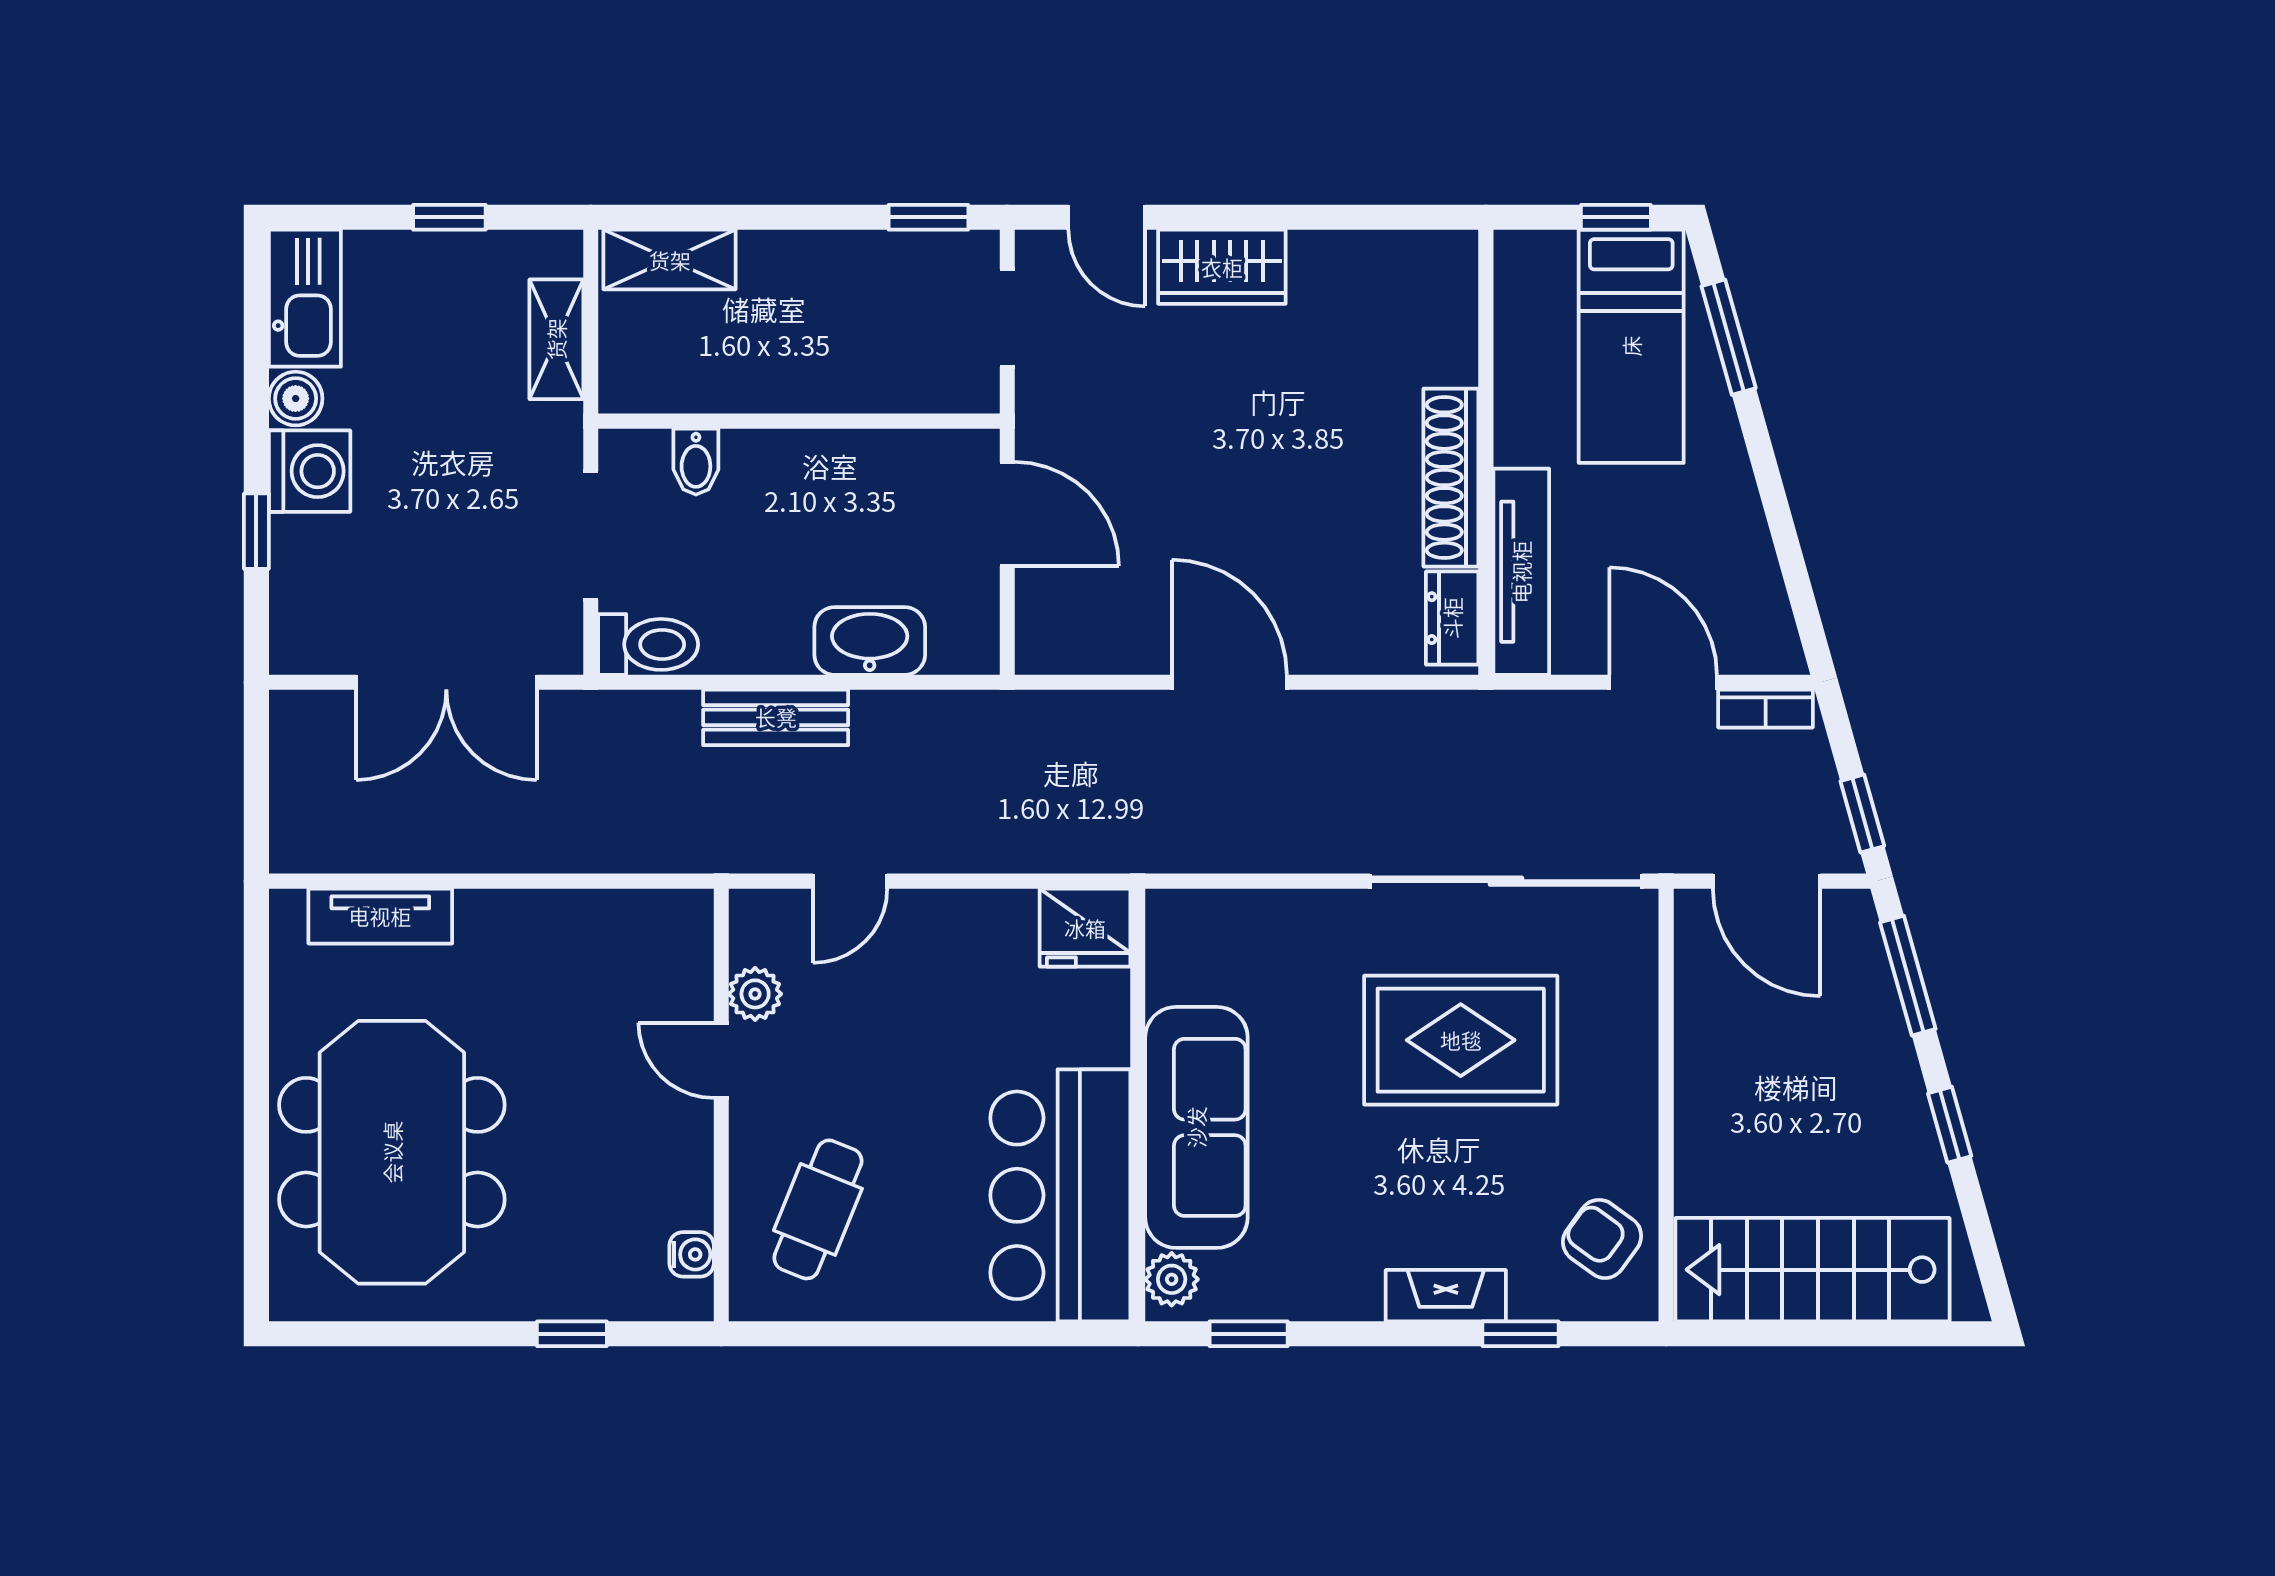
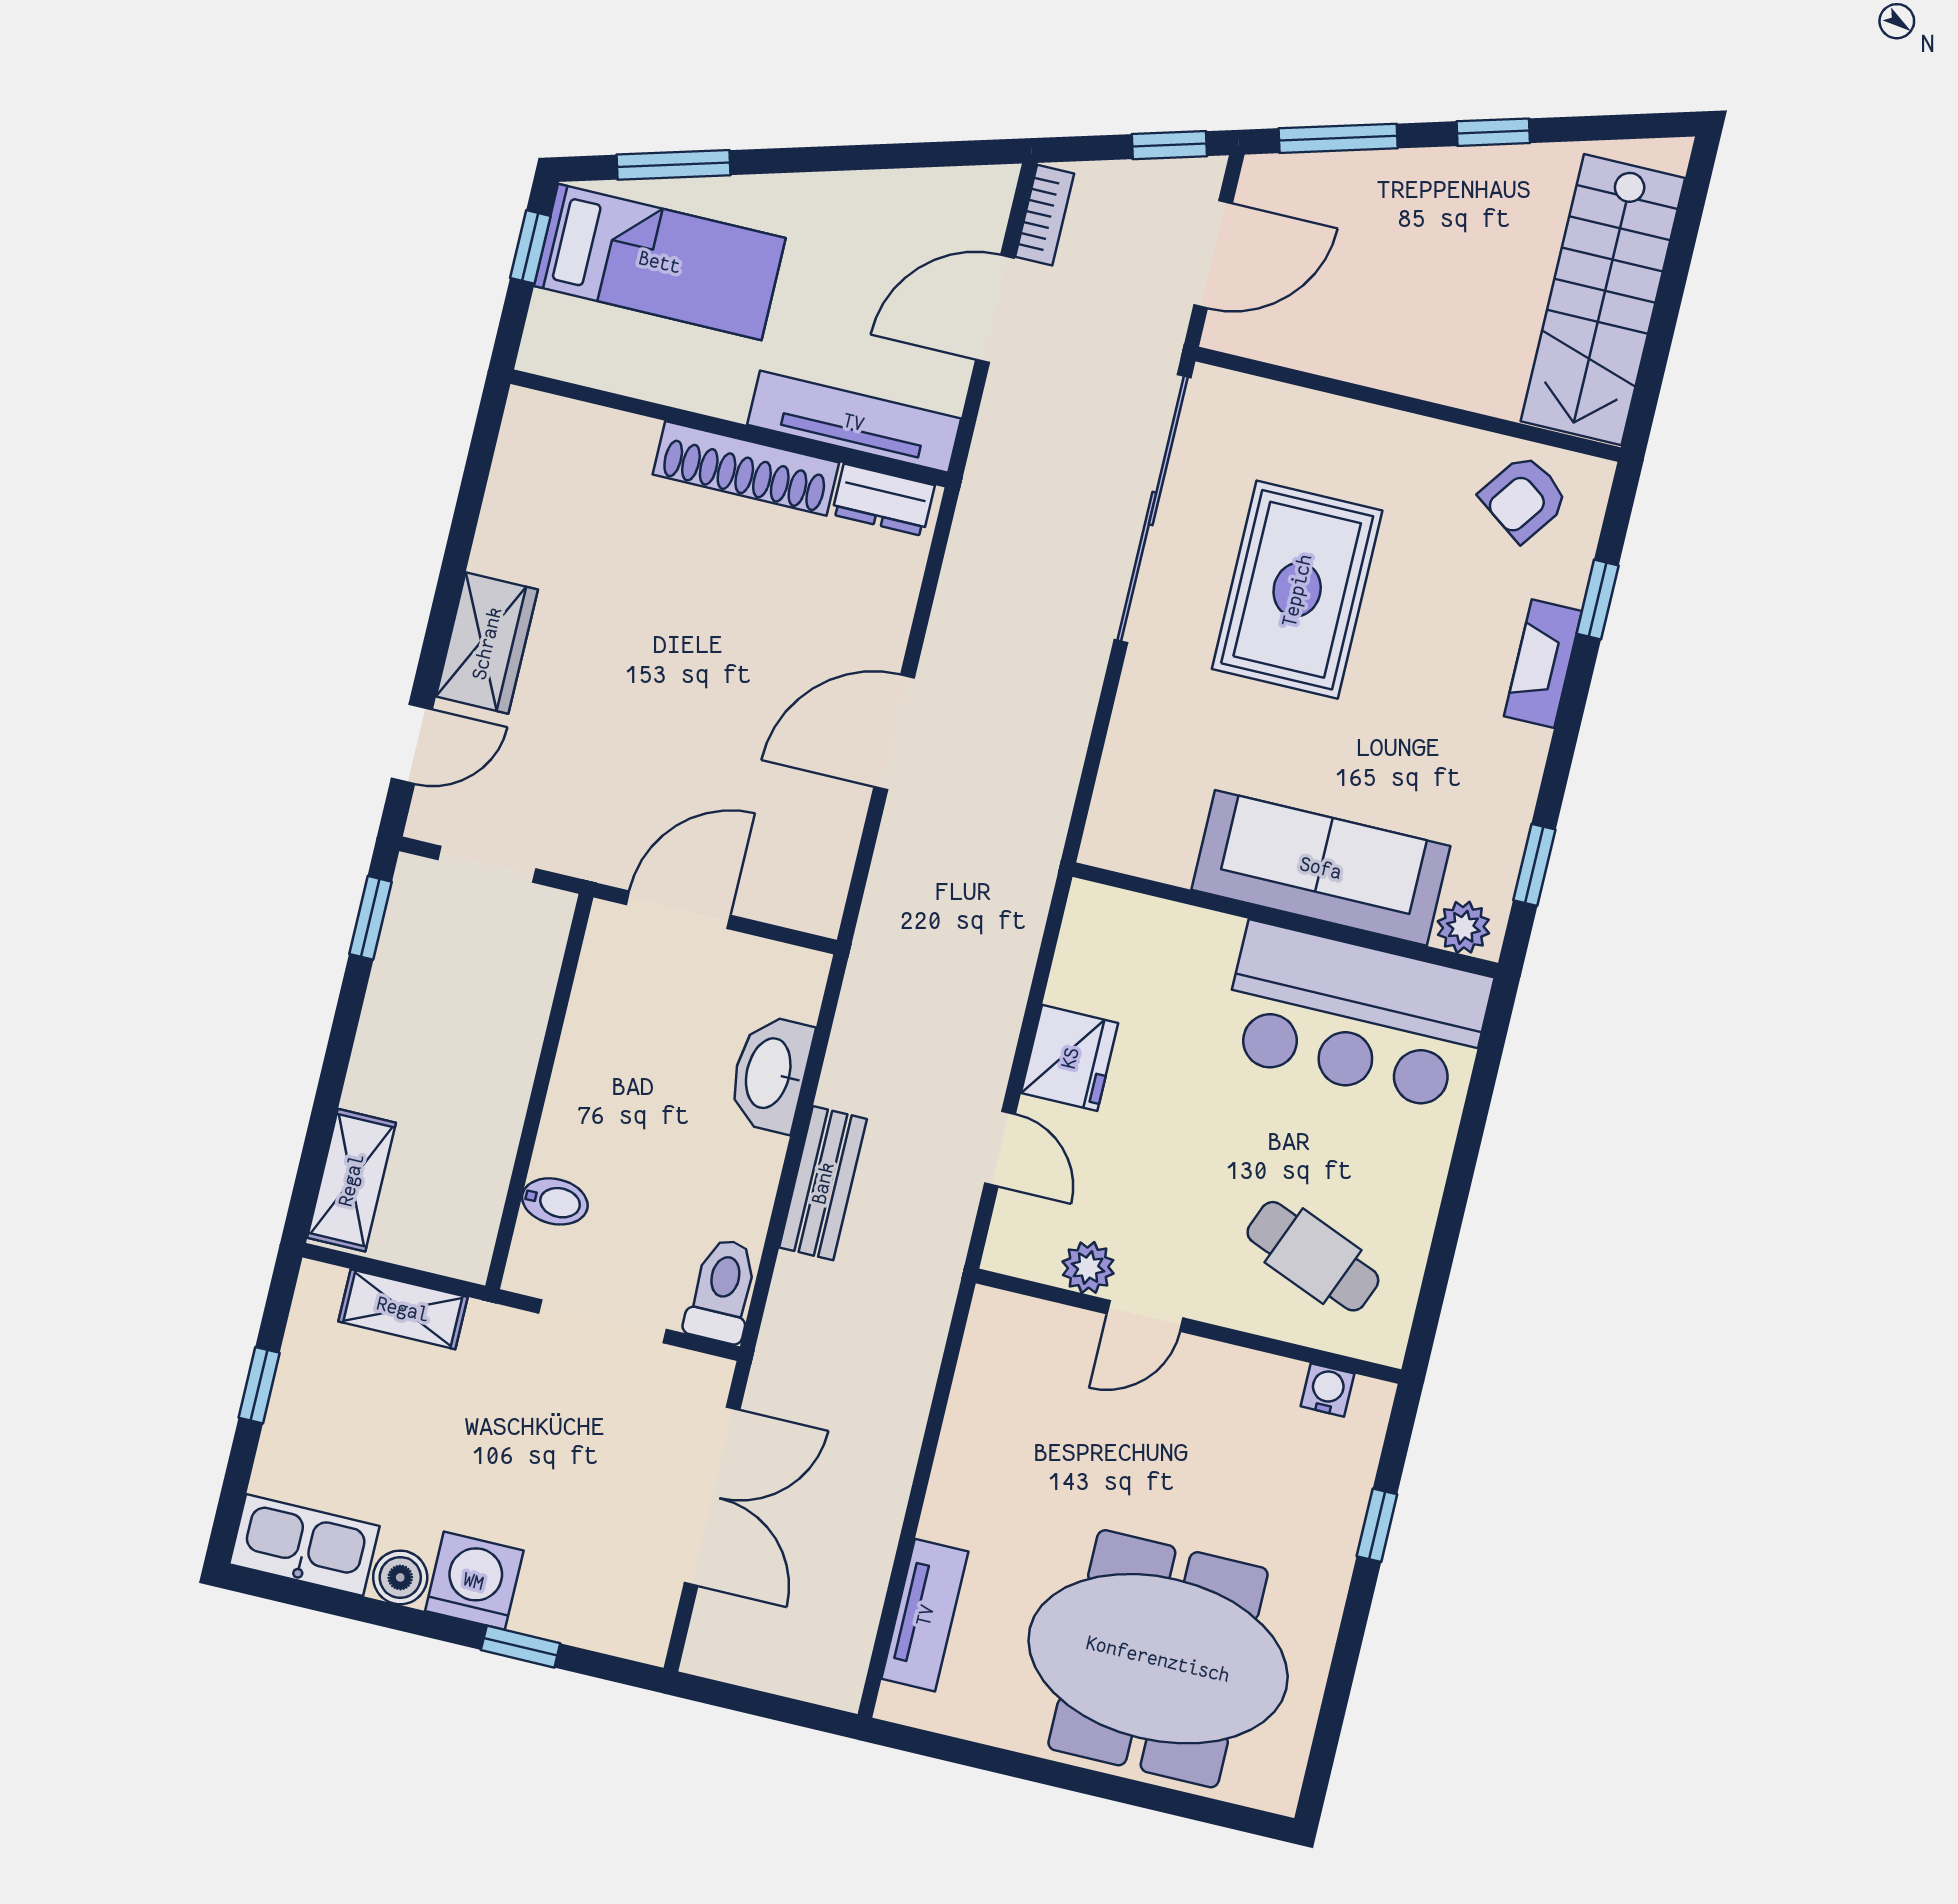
fridge: (1085, 928) -> (1070, 1058), moved

